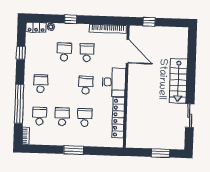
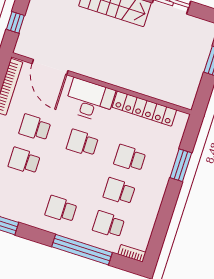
door: (127, 51) -> (50, 67), swing flipped
window: (74, 150) -> (181, 165), moved

